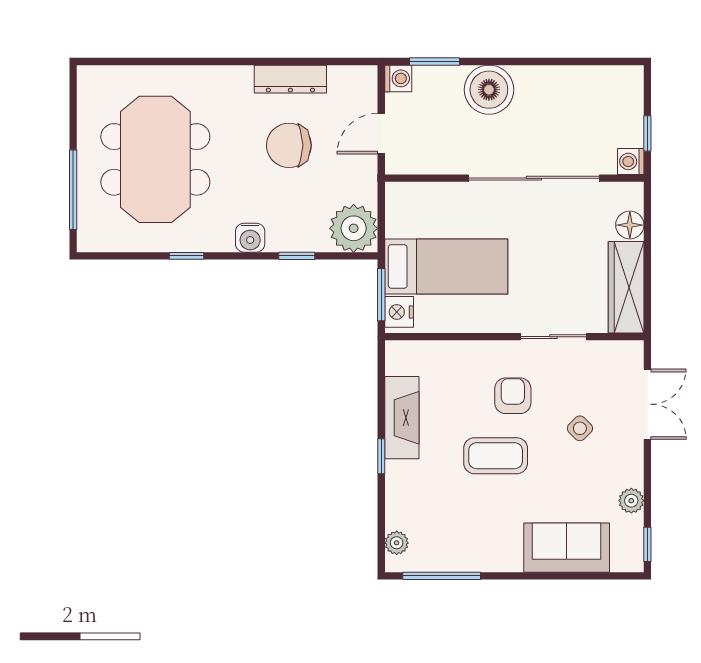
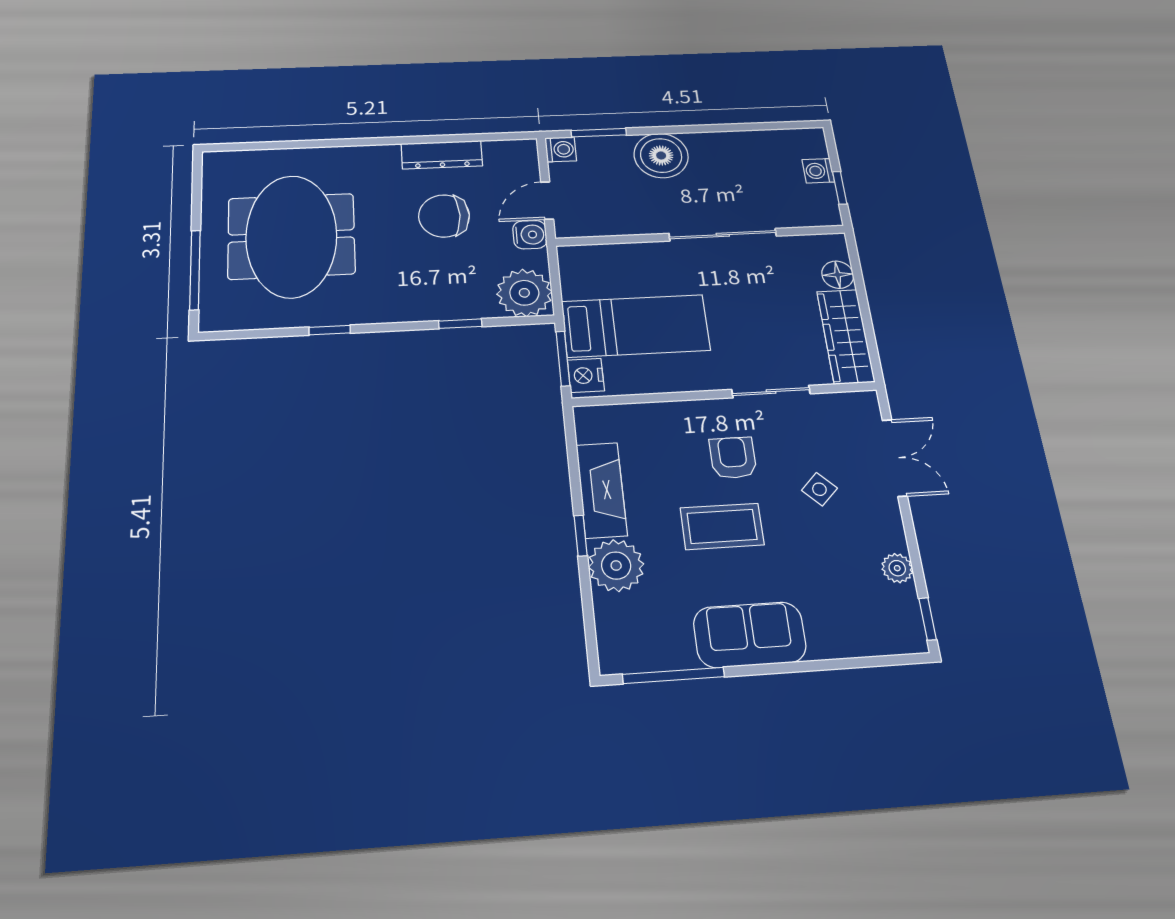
washing machine: (631, 161) -> (818, 171), moved
sliding door: (534, 178) -> (723, 235), width x0.73
water cooler: (250, 238) -> (530, 235), moved, turned -90
plant: (397, 543) -> (616, 566), moved, width x1.87, depth x1.87
sofa: (567, 548) -> (750, 635), moved

